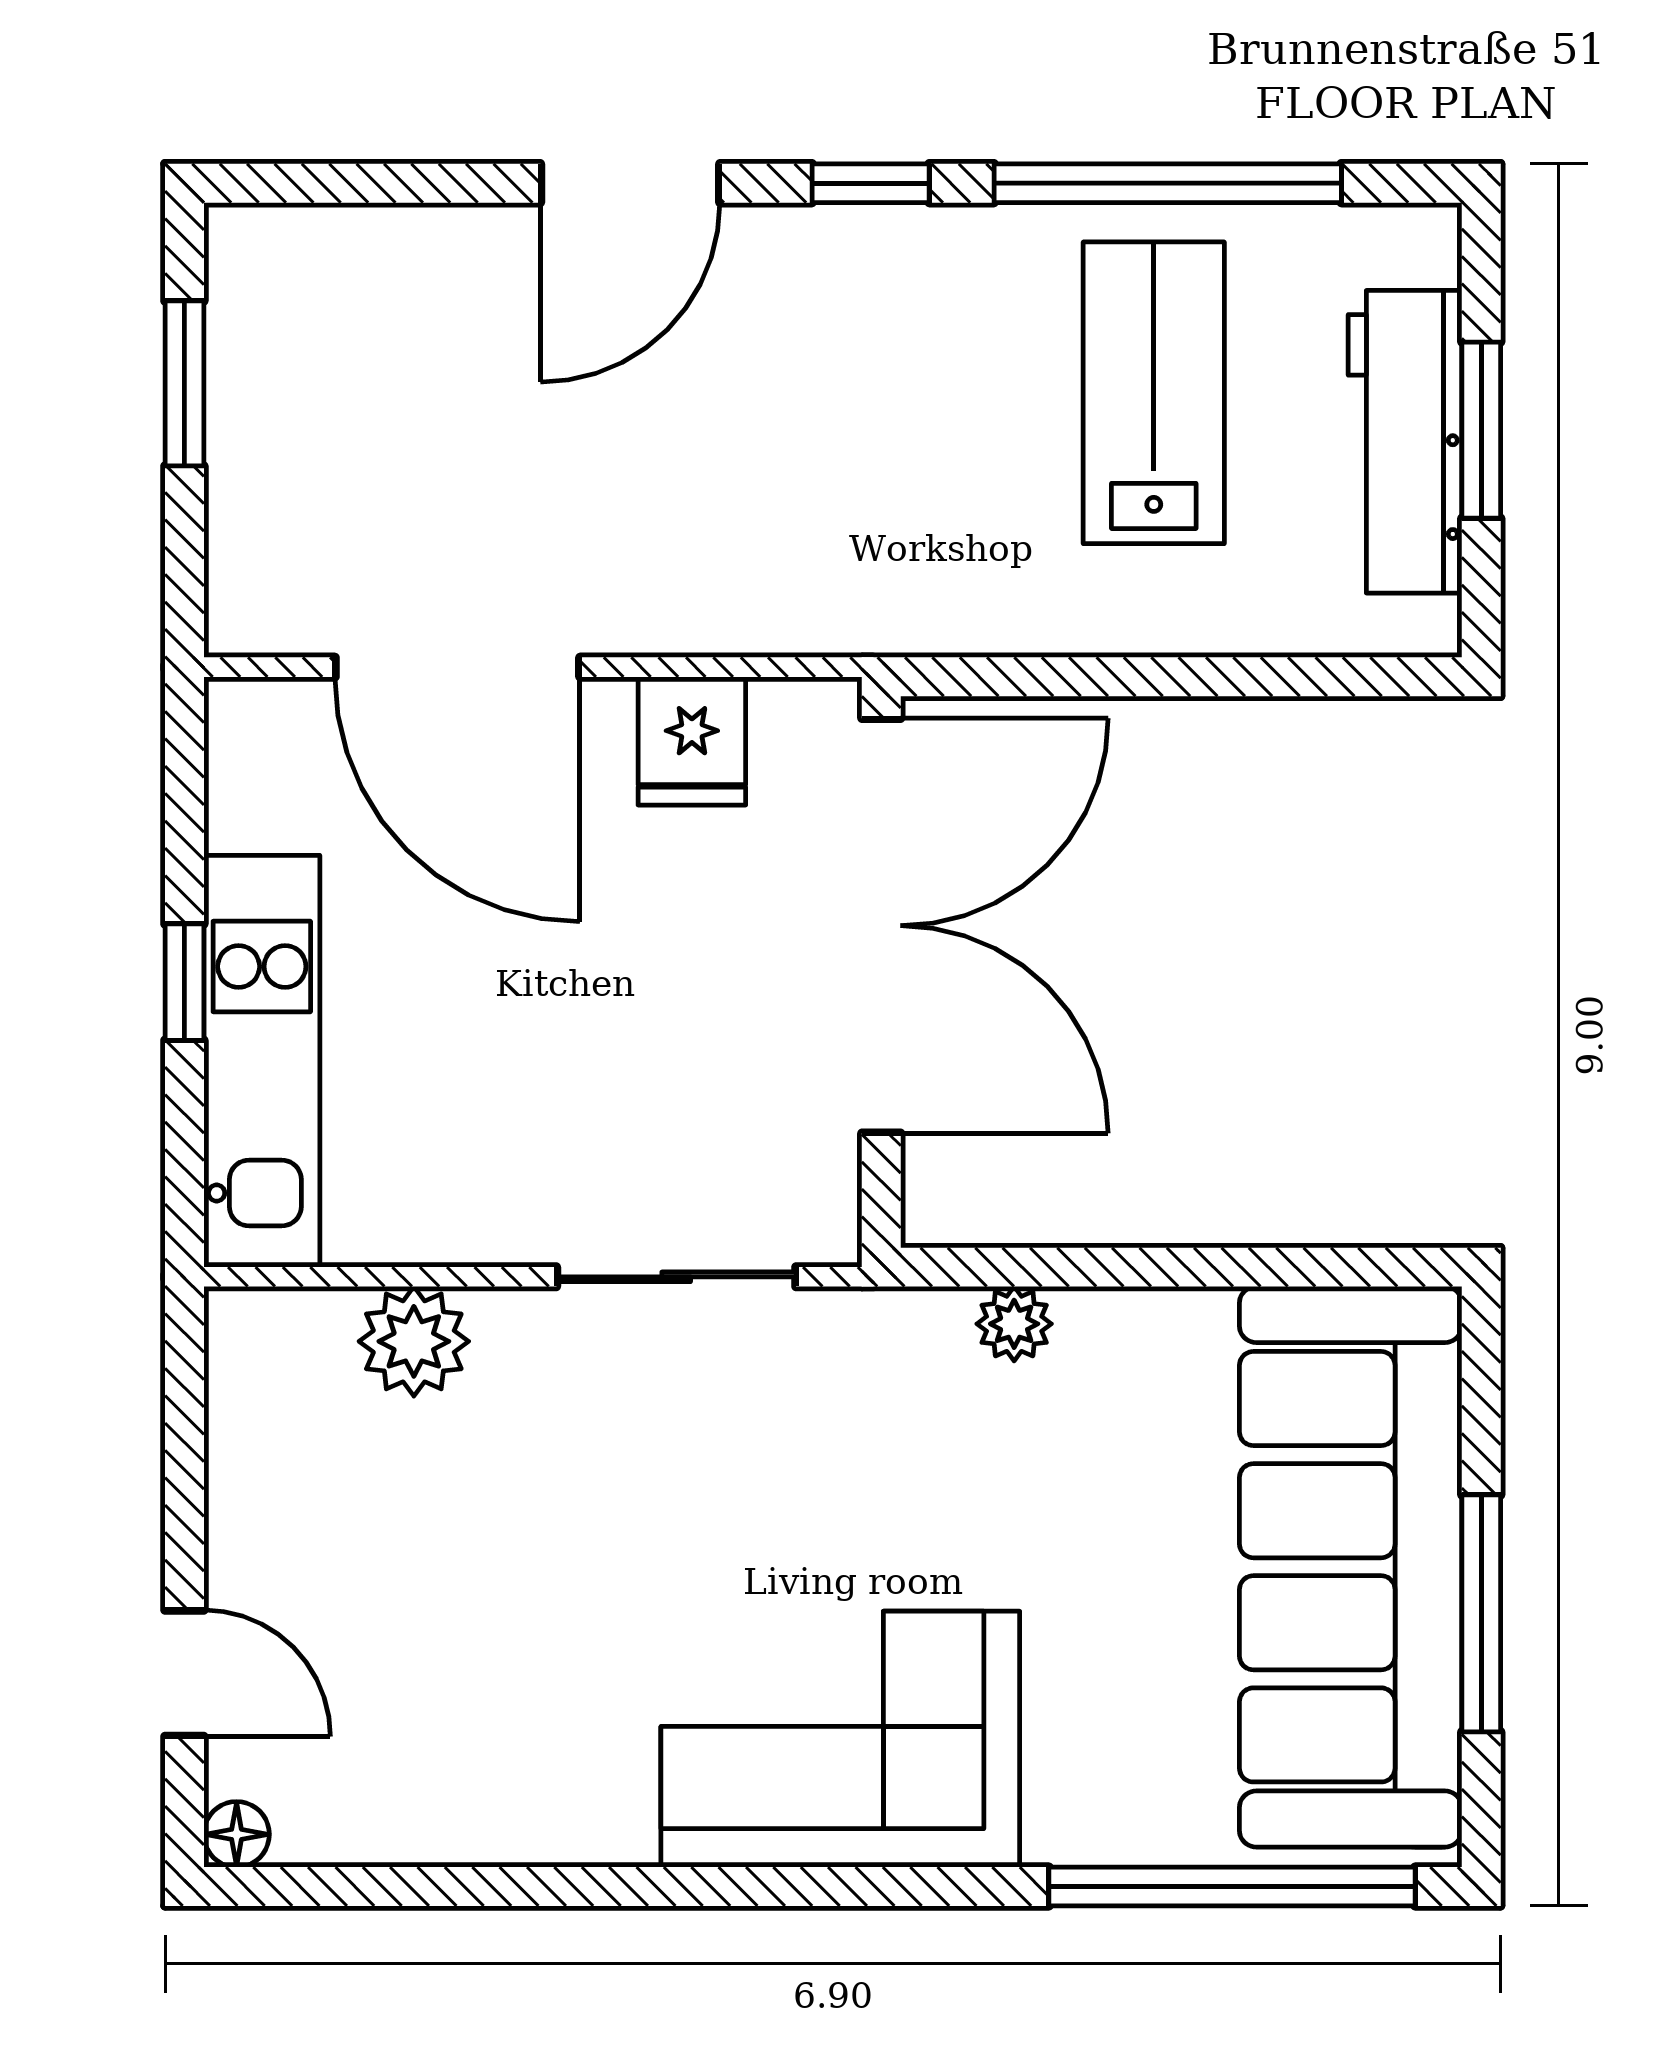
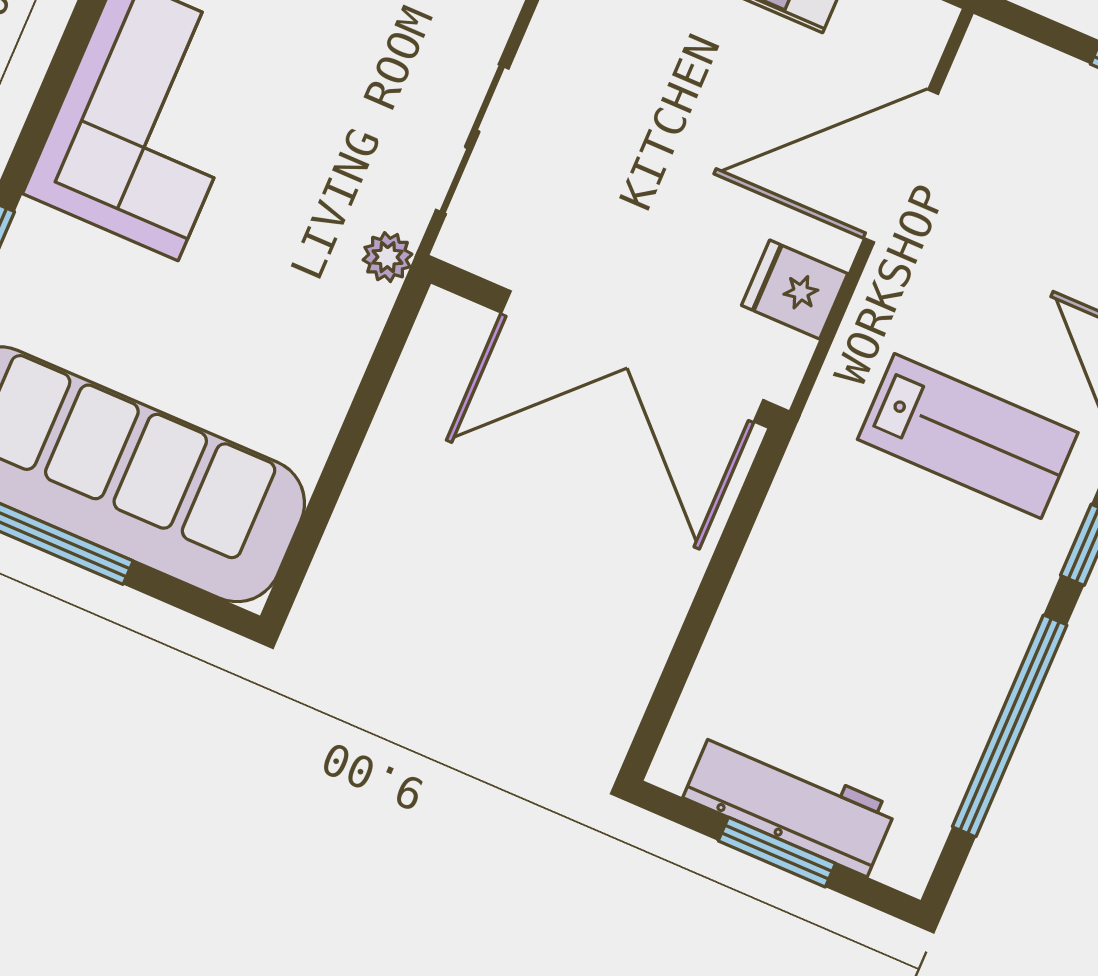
lab bench: (1154, 393) -> (968, 436), moved
plant: (1014, 1324) -> (387, 257), moved

